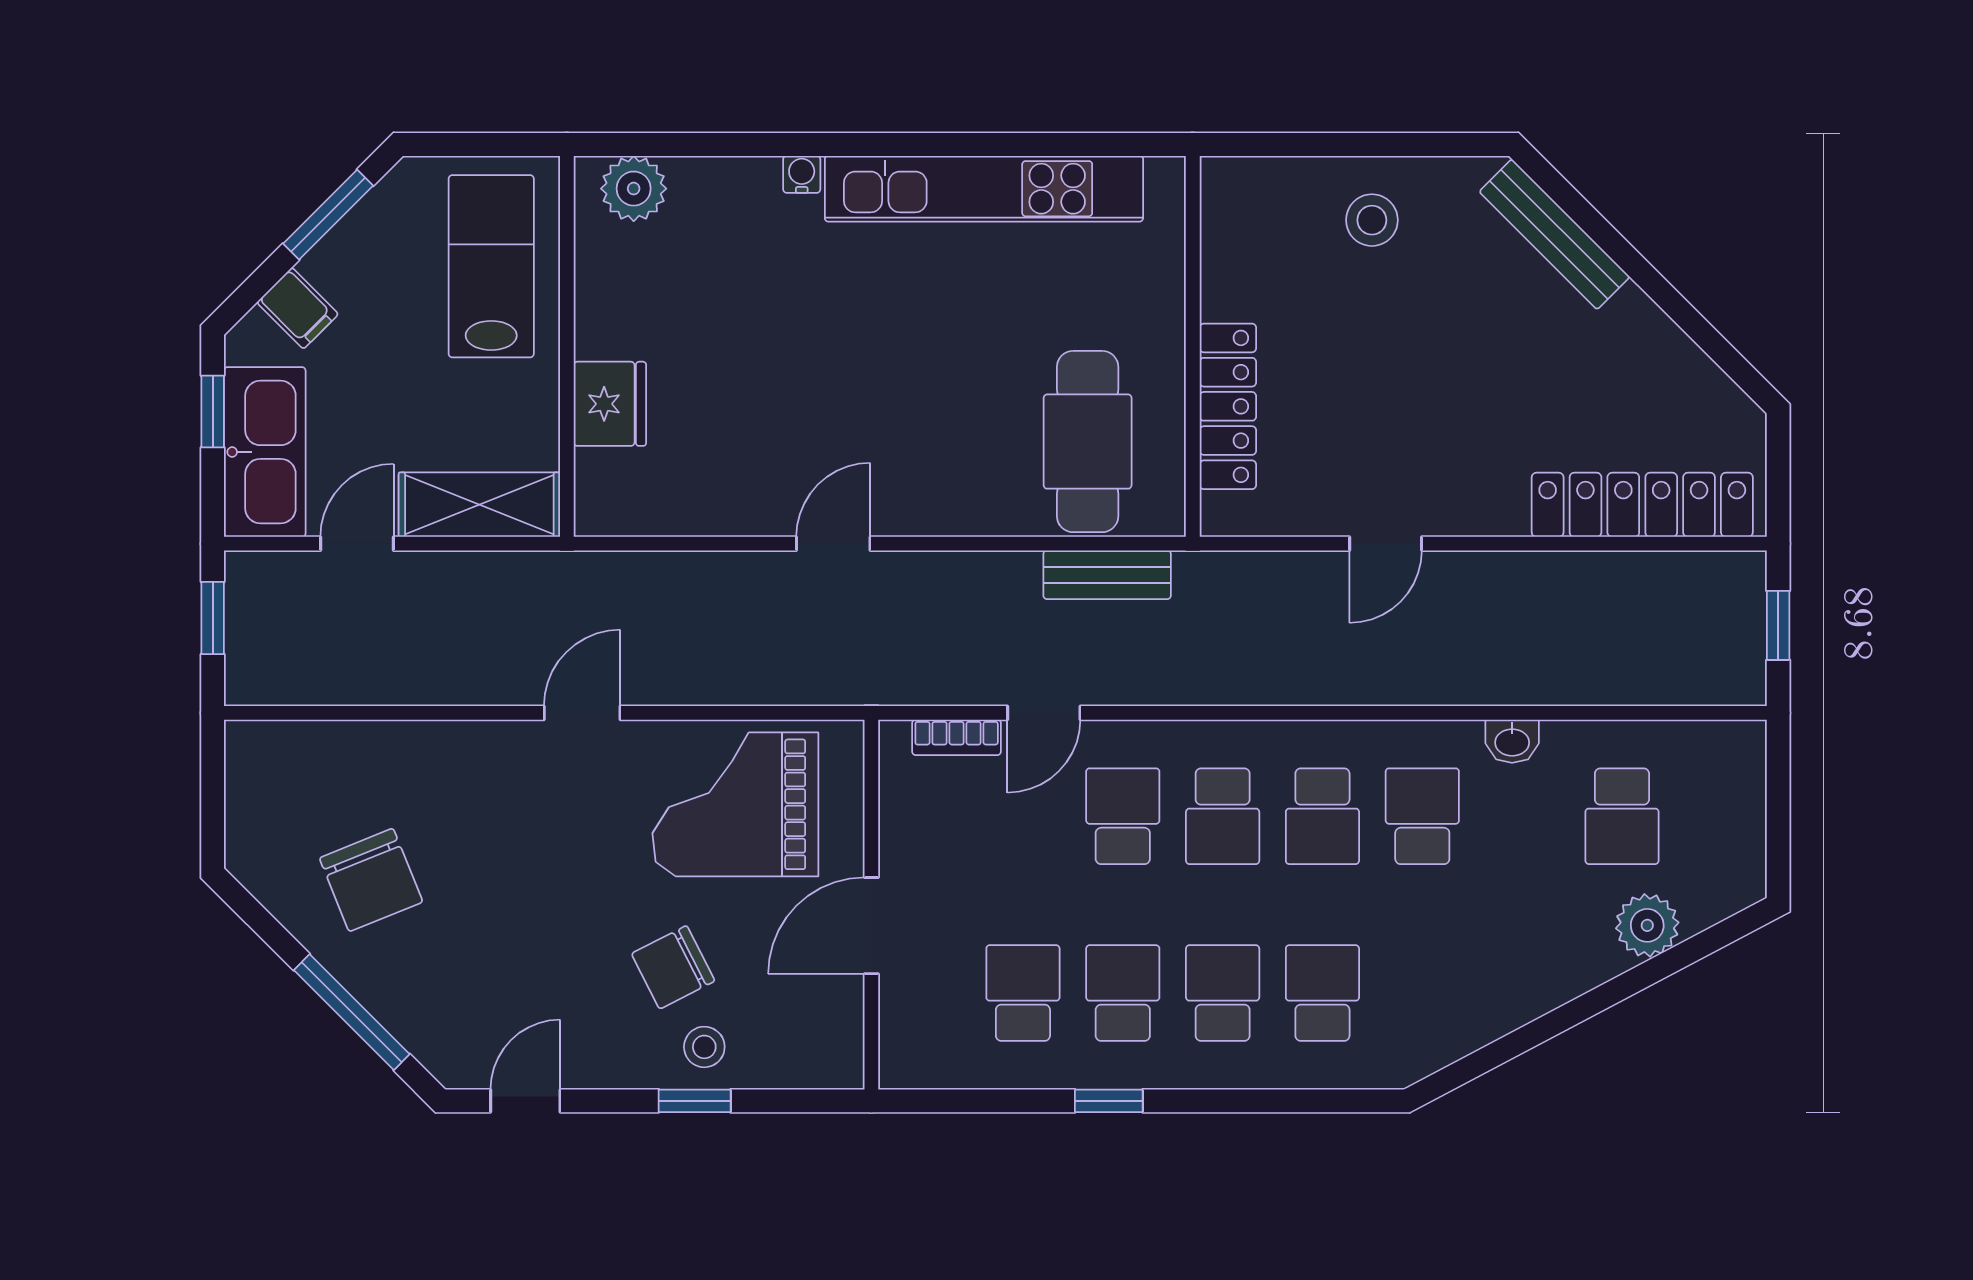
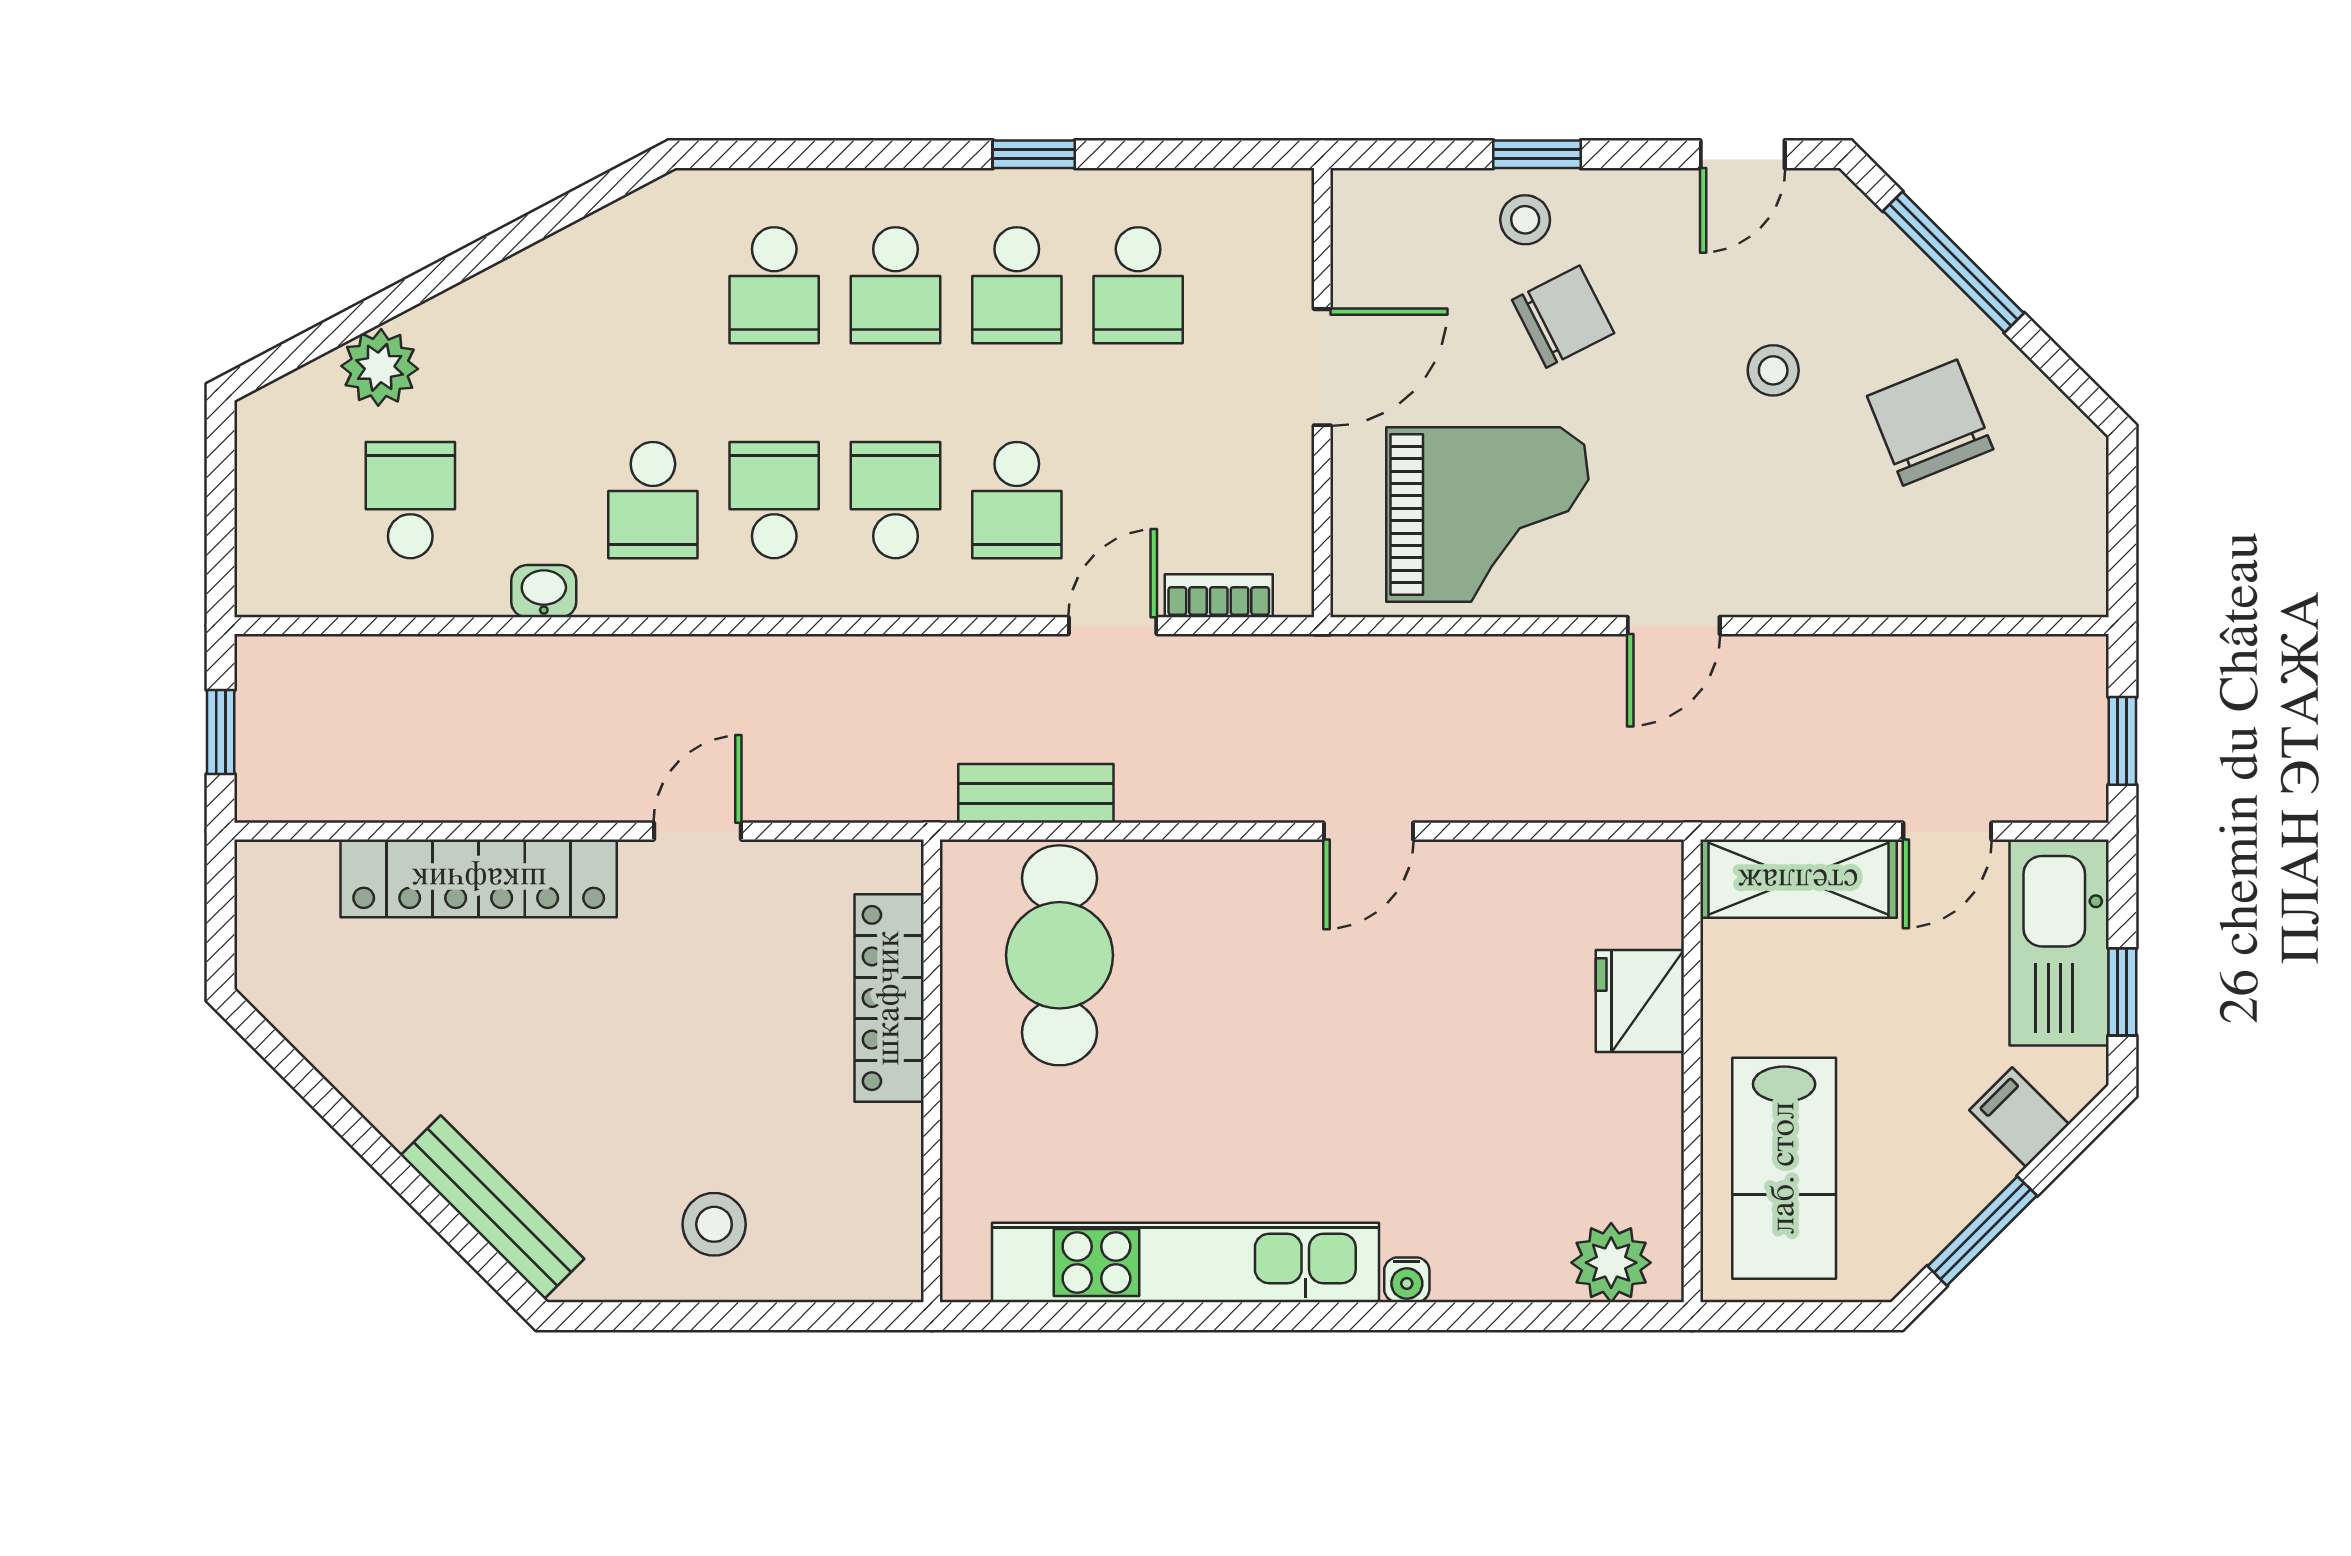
locker: (1642, 505) -> (479, 878), moved
stool: (500, 923) -> (1773, 370), added

